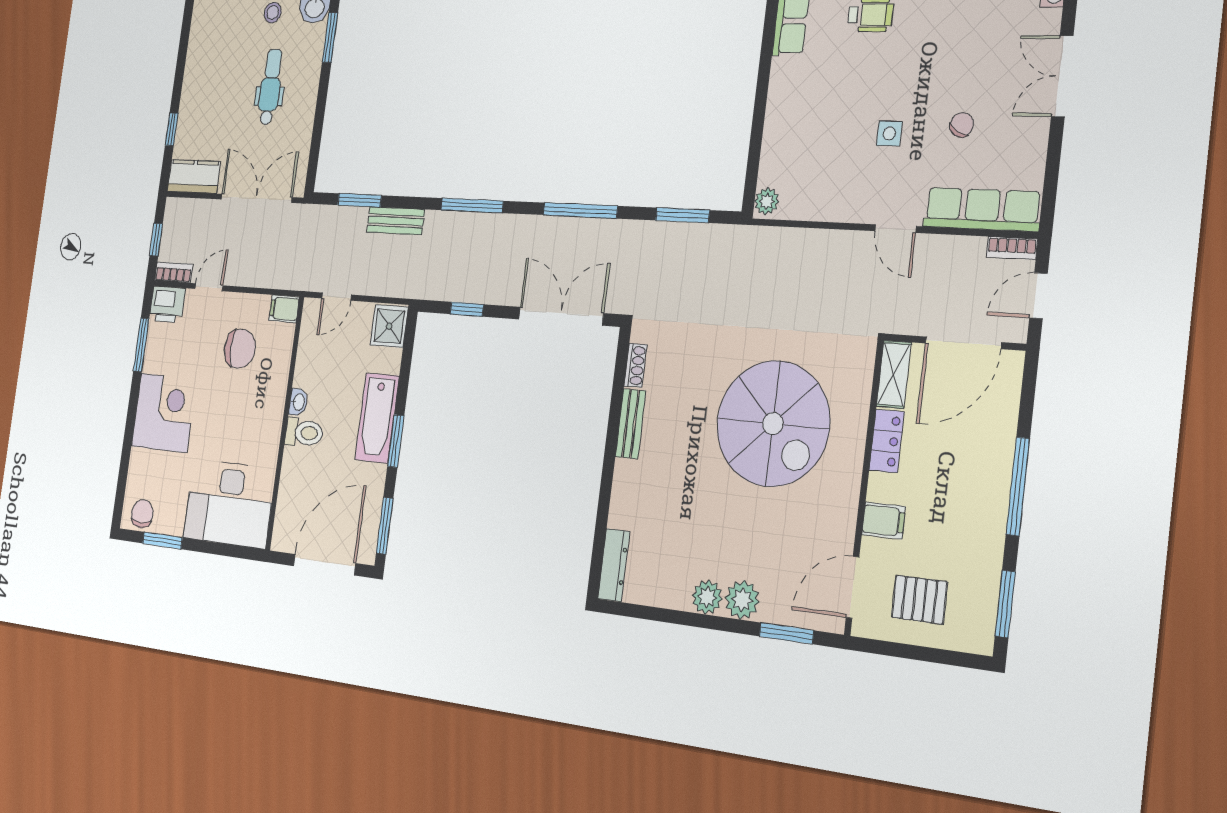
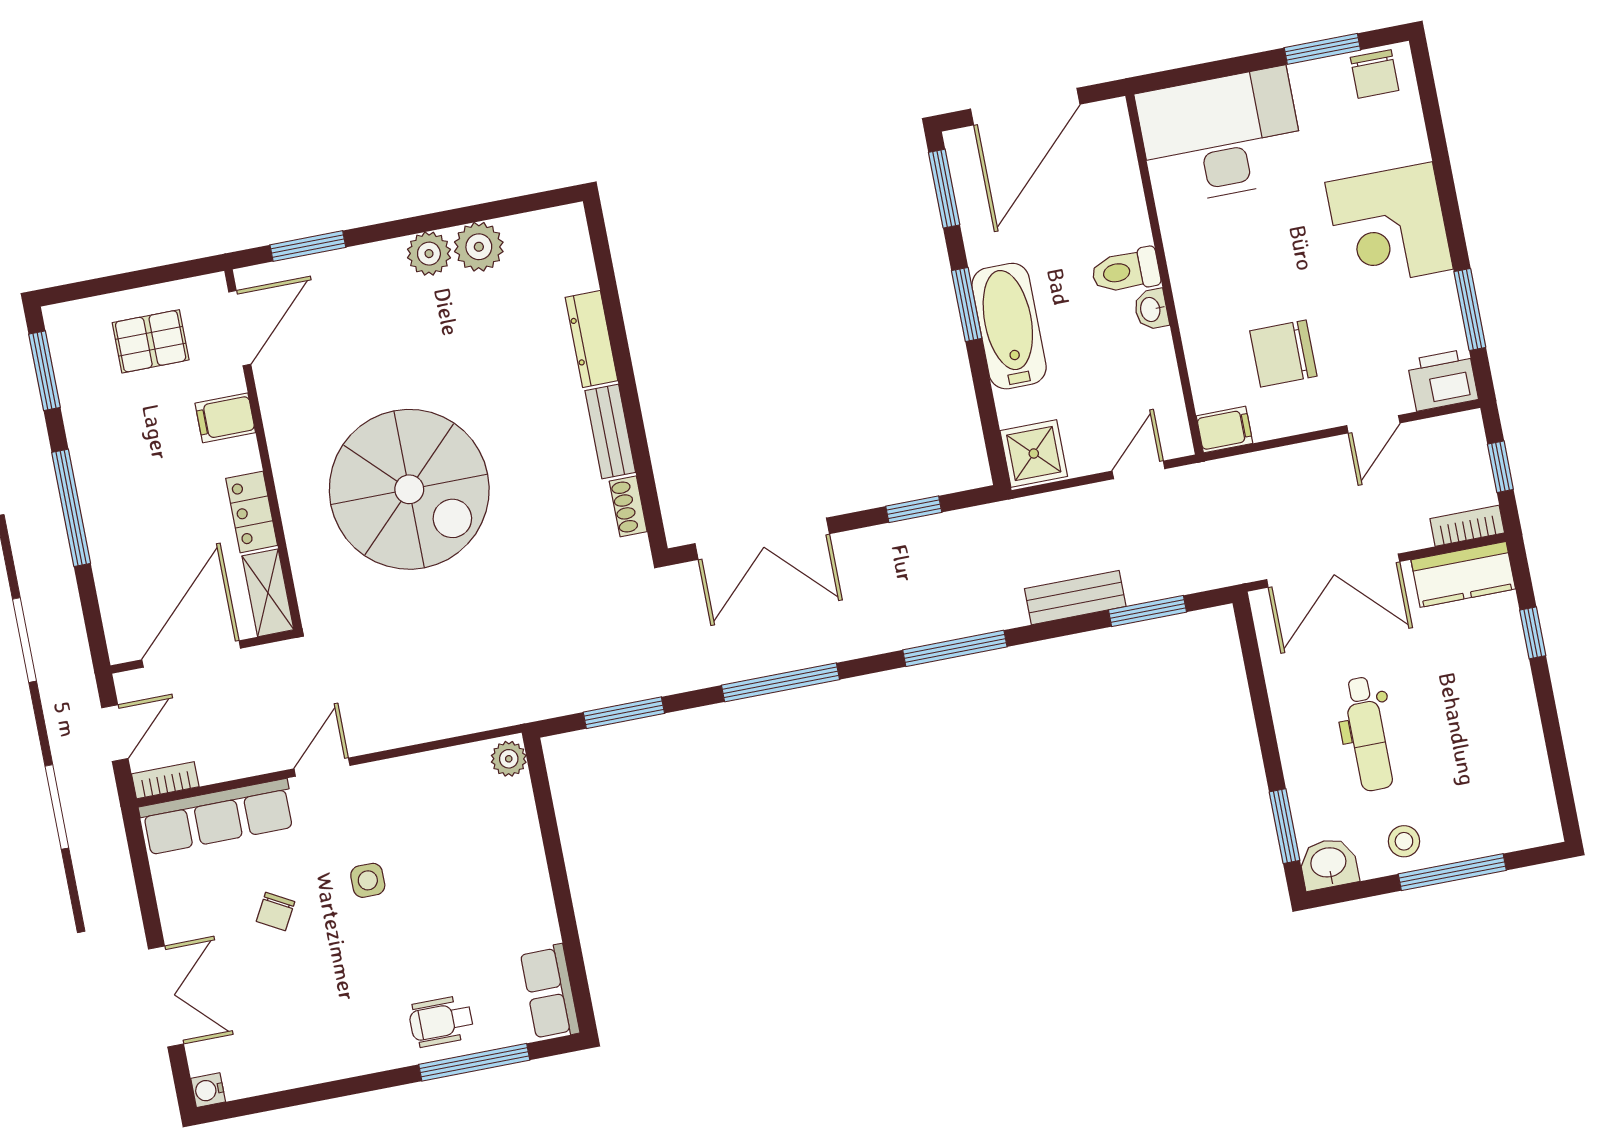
door: (896, 229) -> (322, 767), hinge flipped
bookcase: (174, 272) -> (1467, 526), moved, turned 180
spiral stairs: (773, 424) -> (409, 489), turned 180
dresser: (614, 565) -> (591, 339), moved
plant: (742, 600) -> (479, 247), moved

